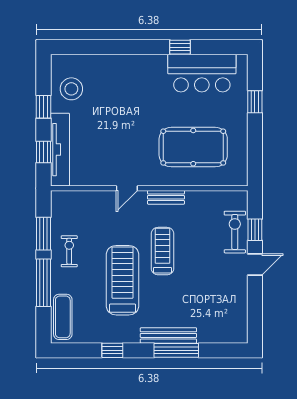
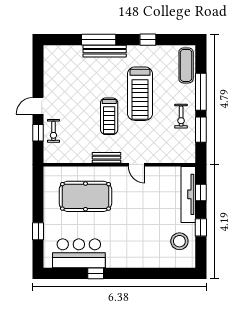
door: (127, 188) -> (137, 165), swing flipped
exercise bike: (235, 232) -> (53, 131), width x0.73, depth x0.72

